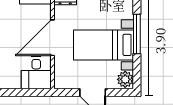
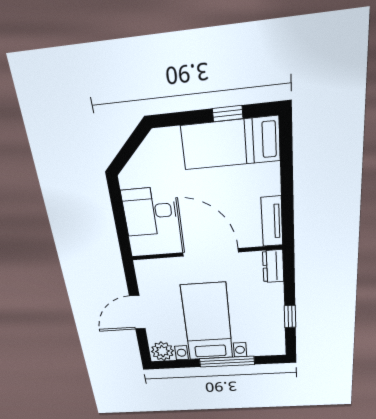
desk: (36, 73) -> (150, 211), moved

